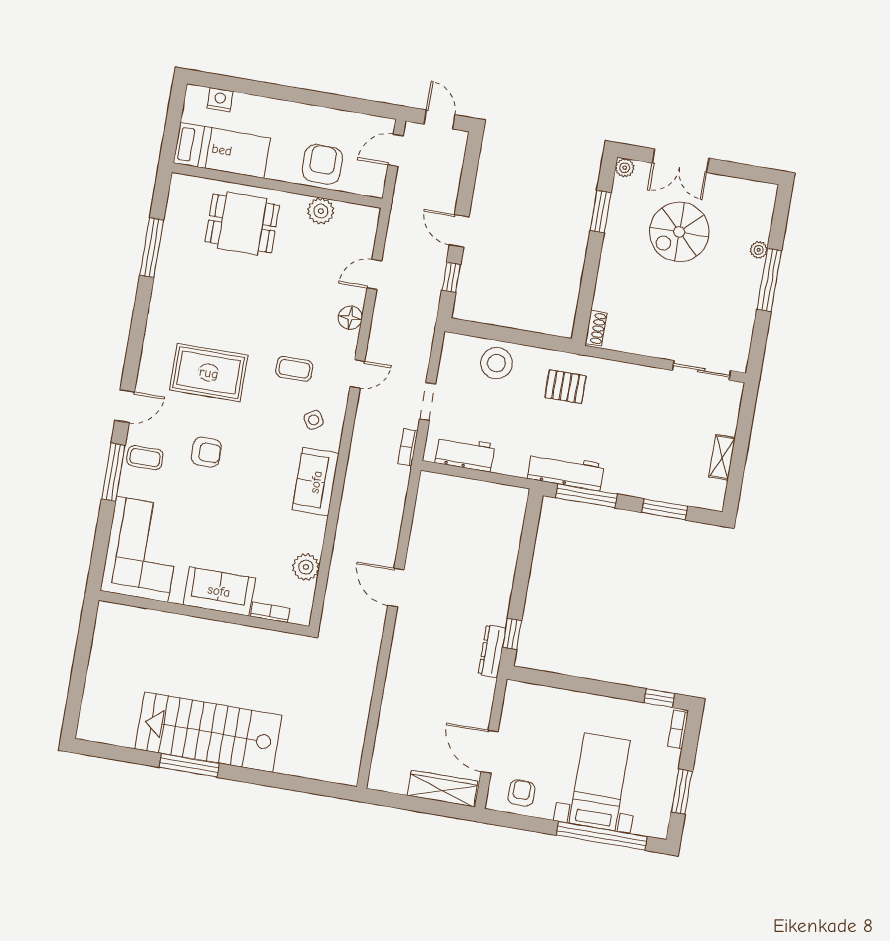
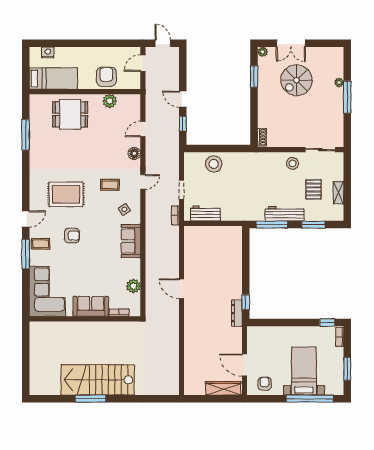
pallet: (566, 387) -> (313, 189), moved, turned 90
stool: (645, 387) -> (292, 163), added
workbench: (566, 471) -> (285, 214), moved

